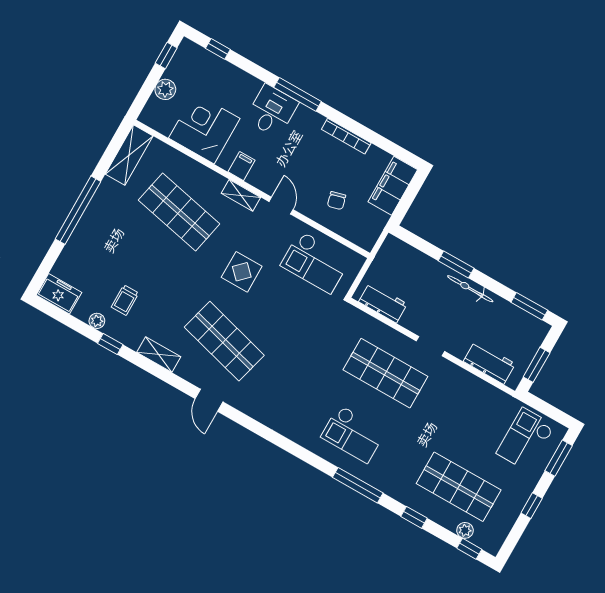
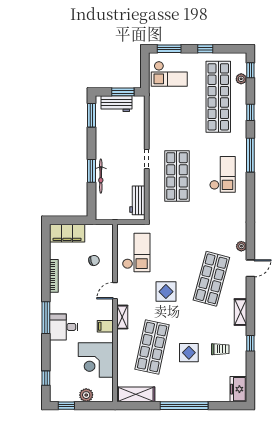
display table: (144, 256) -> (189, 353), added
bicycle: (470, 289) -> (101, 176), moved
plant: (97, 321) -> (241, 246), moved
workbench: (489, 363) -> (116, 104), moved, turned -90
shop shelf: (459, 487) -> (218, 97), width x1.40

